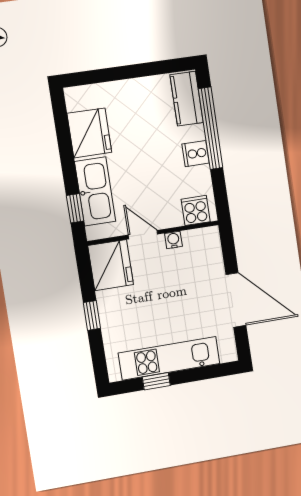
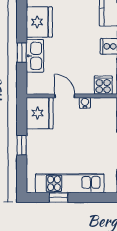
kitchen sink: (95, 191) -> (35, 56), width x0.73, depth x0.81
window: (75, 208) -> (22, 53), moved

